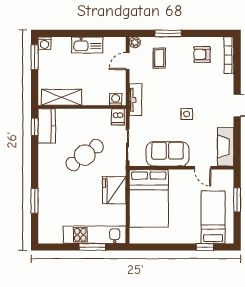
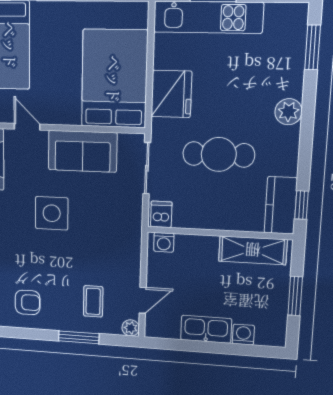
washing machine: (45, 43) -> (243, 335), moved
window: (35, 57) -> (295, 296), moved
tv unit: (135, 100) -> (132, 240), removed
side table: (187, 114) -> (52, 213), width x1.87, depth x1.87
cafe table: (85, 155) -> (219, 154), turned 37
plant: (46, 182) -> (288, 112), added
window: (35, 201) -> (313, 47), moved

